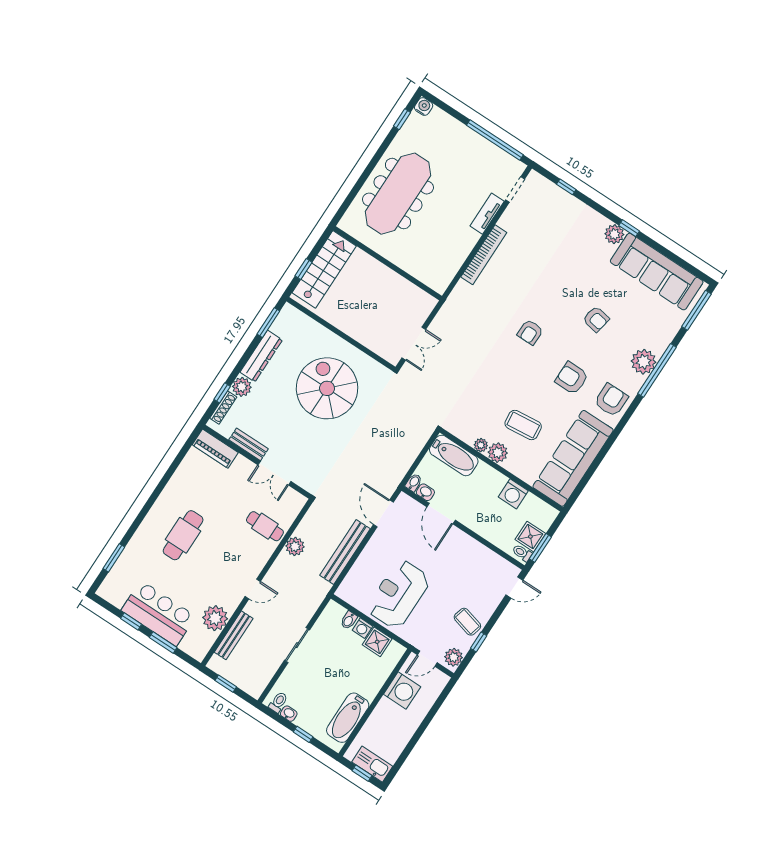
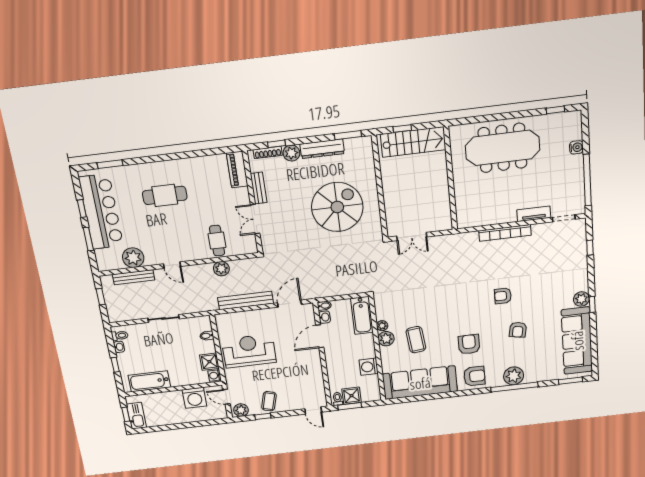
water cooler: (424, 107) -> (576, 147), moved
window: (697, 310) -> (571, 381), width x0.69
armchair: (530, 332) -> (503, 296), moved
bar counter: (159, 613) -> (101, 212), width x1.36
washing machine: (362, 628) -> (215, 376), moved

